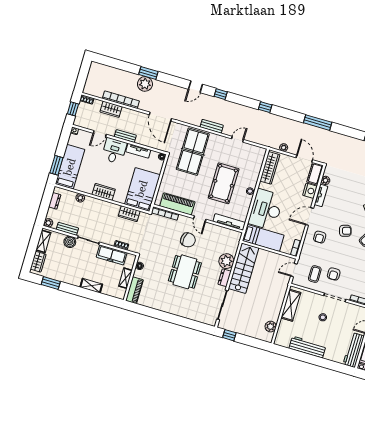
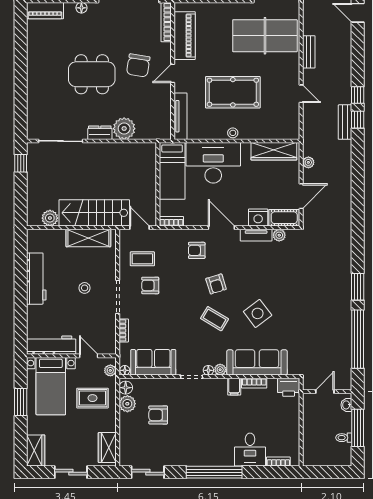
window: (221, 94) -> (358, 95), moved
bench: (264, 116) -> (345, 122), added
window: (318, 123) -> (358, 200), removed
stairs: (244, 268) -> (94, 213), moved, turned 180

